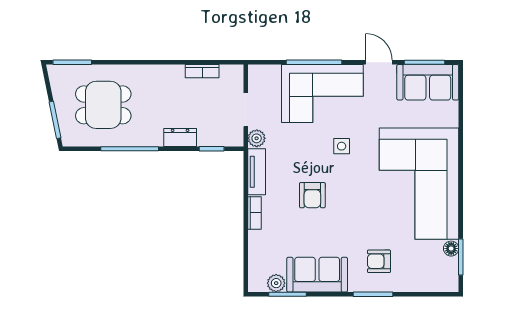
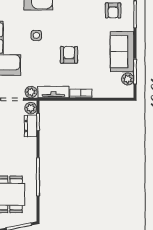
dresser: (180, 137) -> (31, 126), moved
plant: (232, 138) -> (31, 108), added
armchair: (312, 195) -> (69, 55), turned -90

